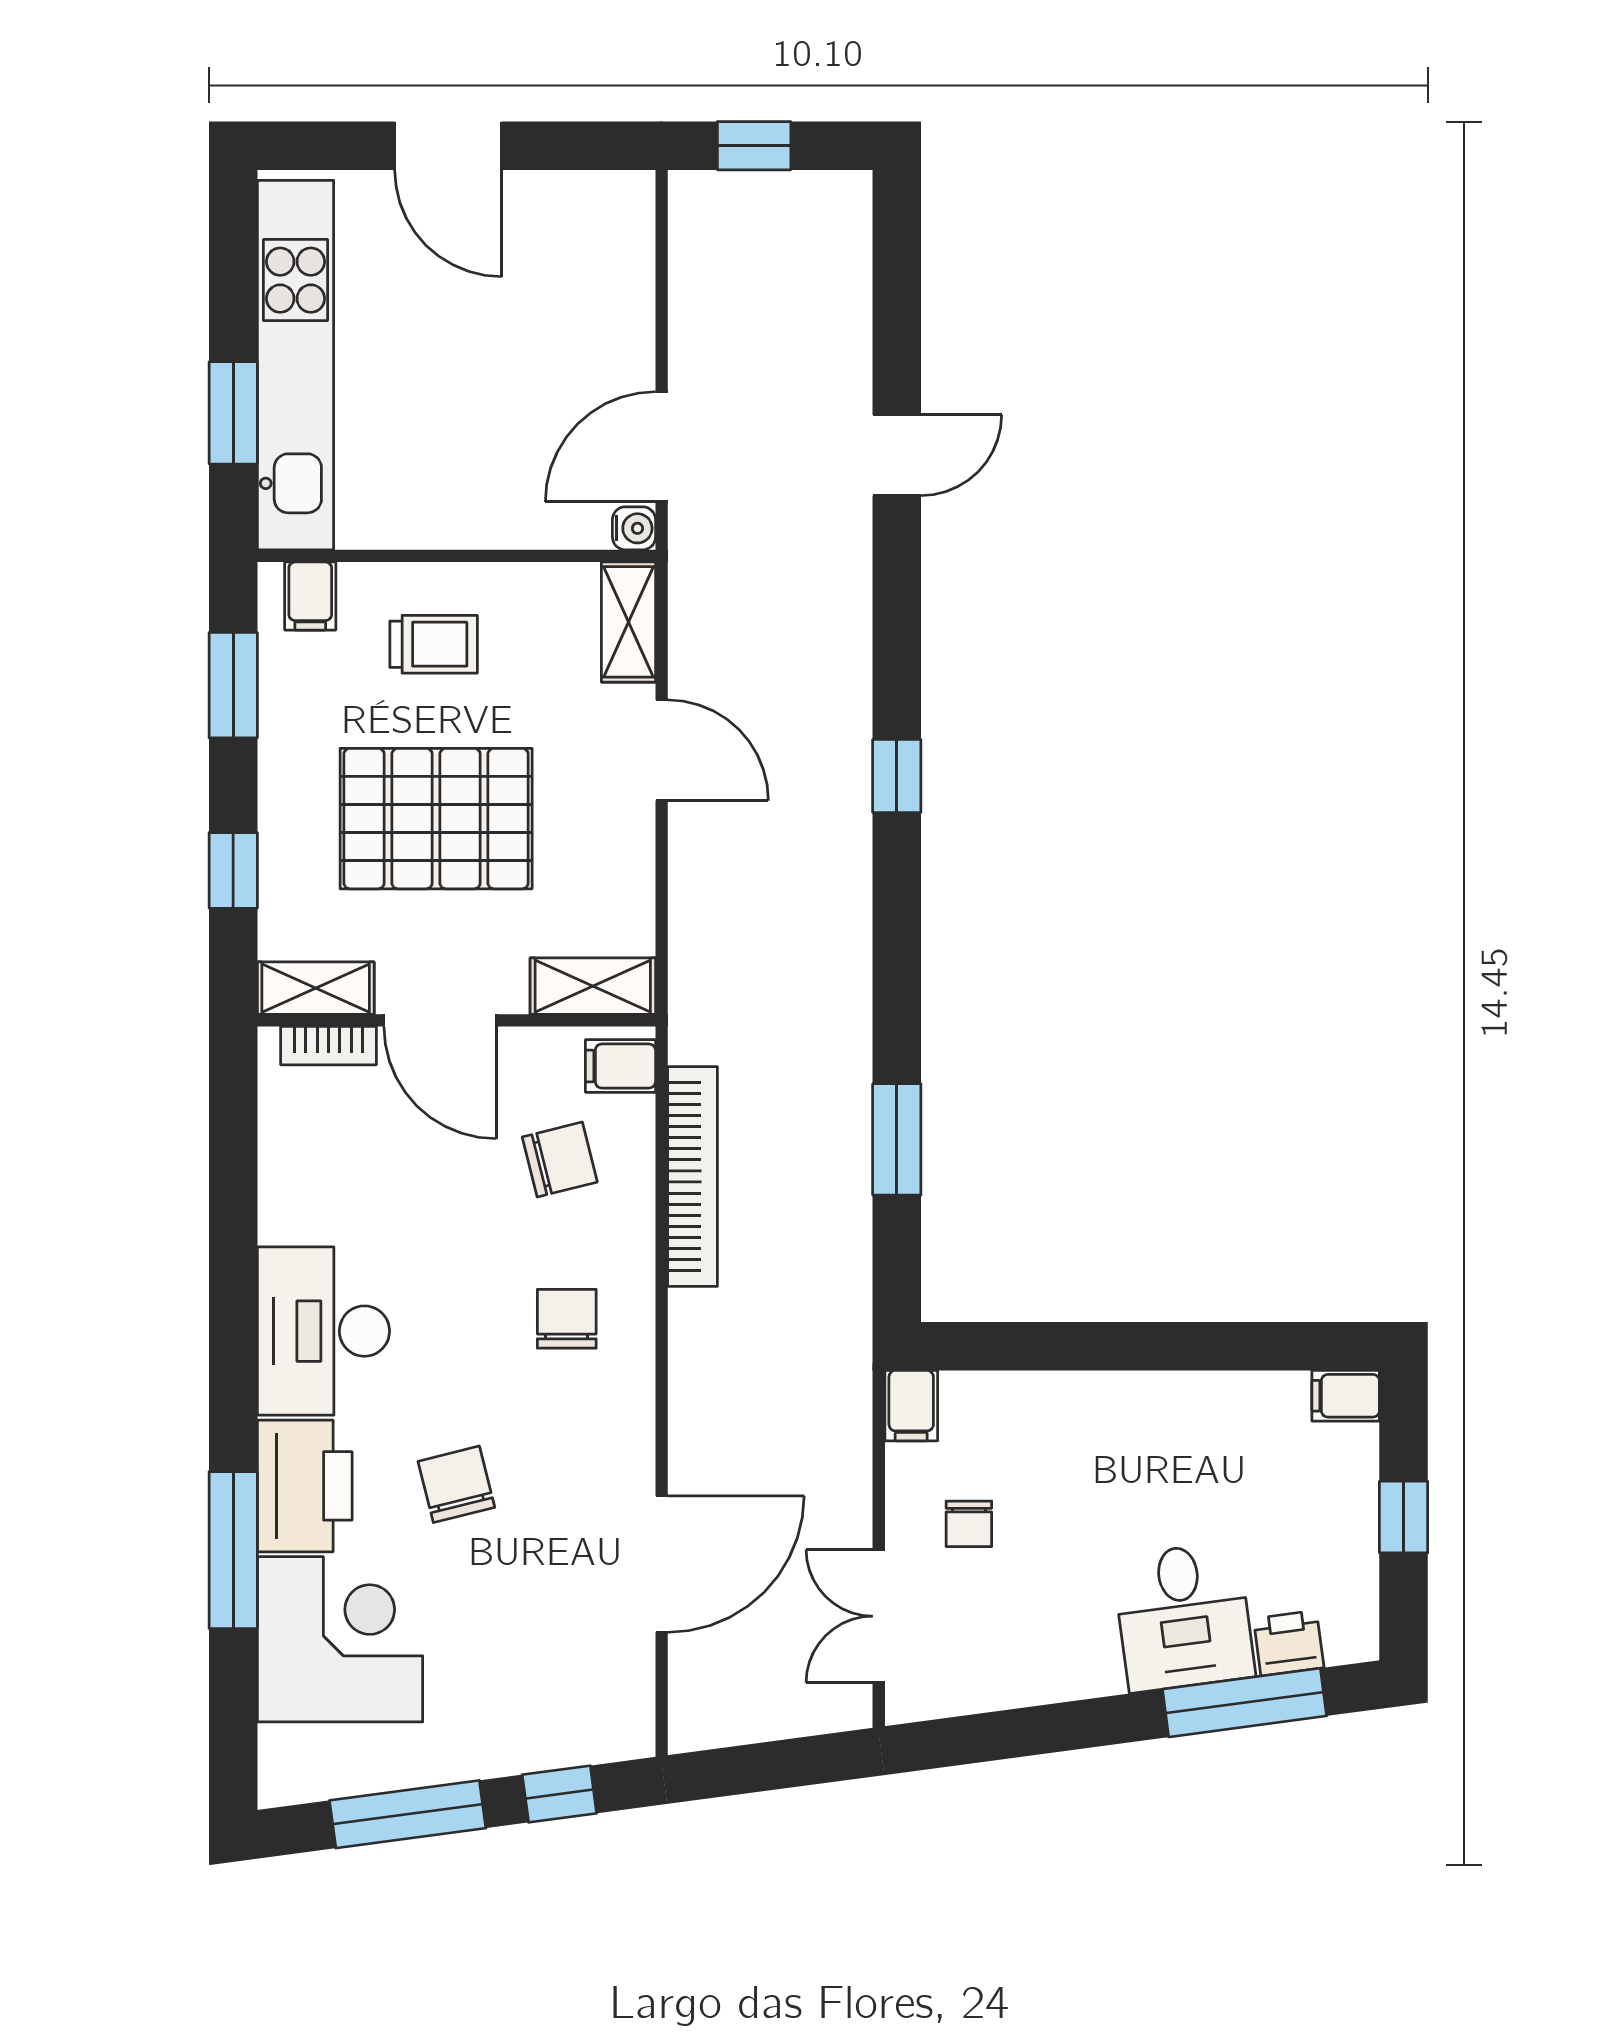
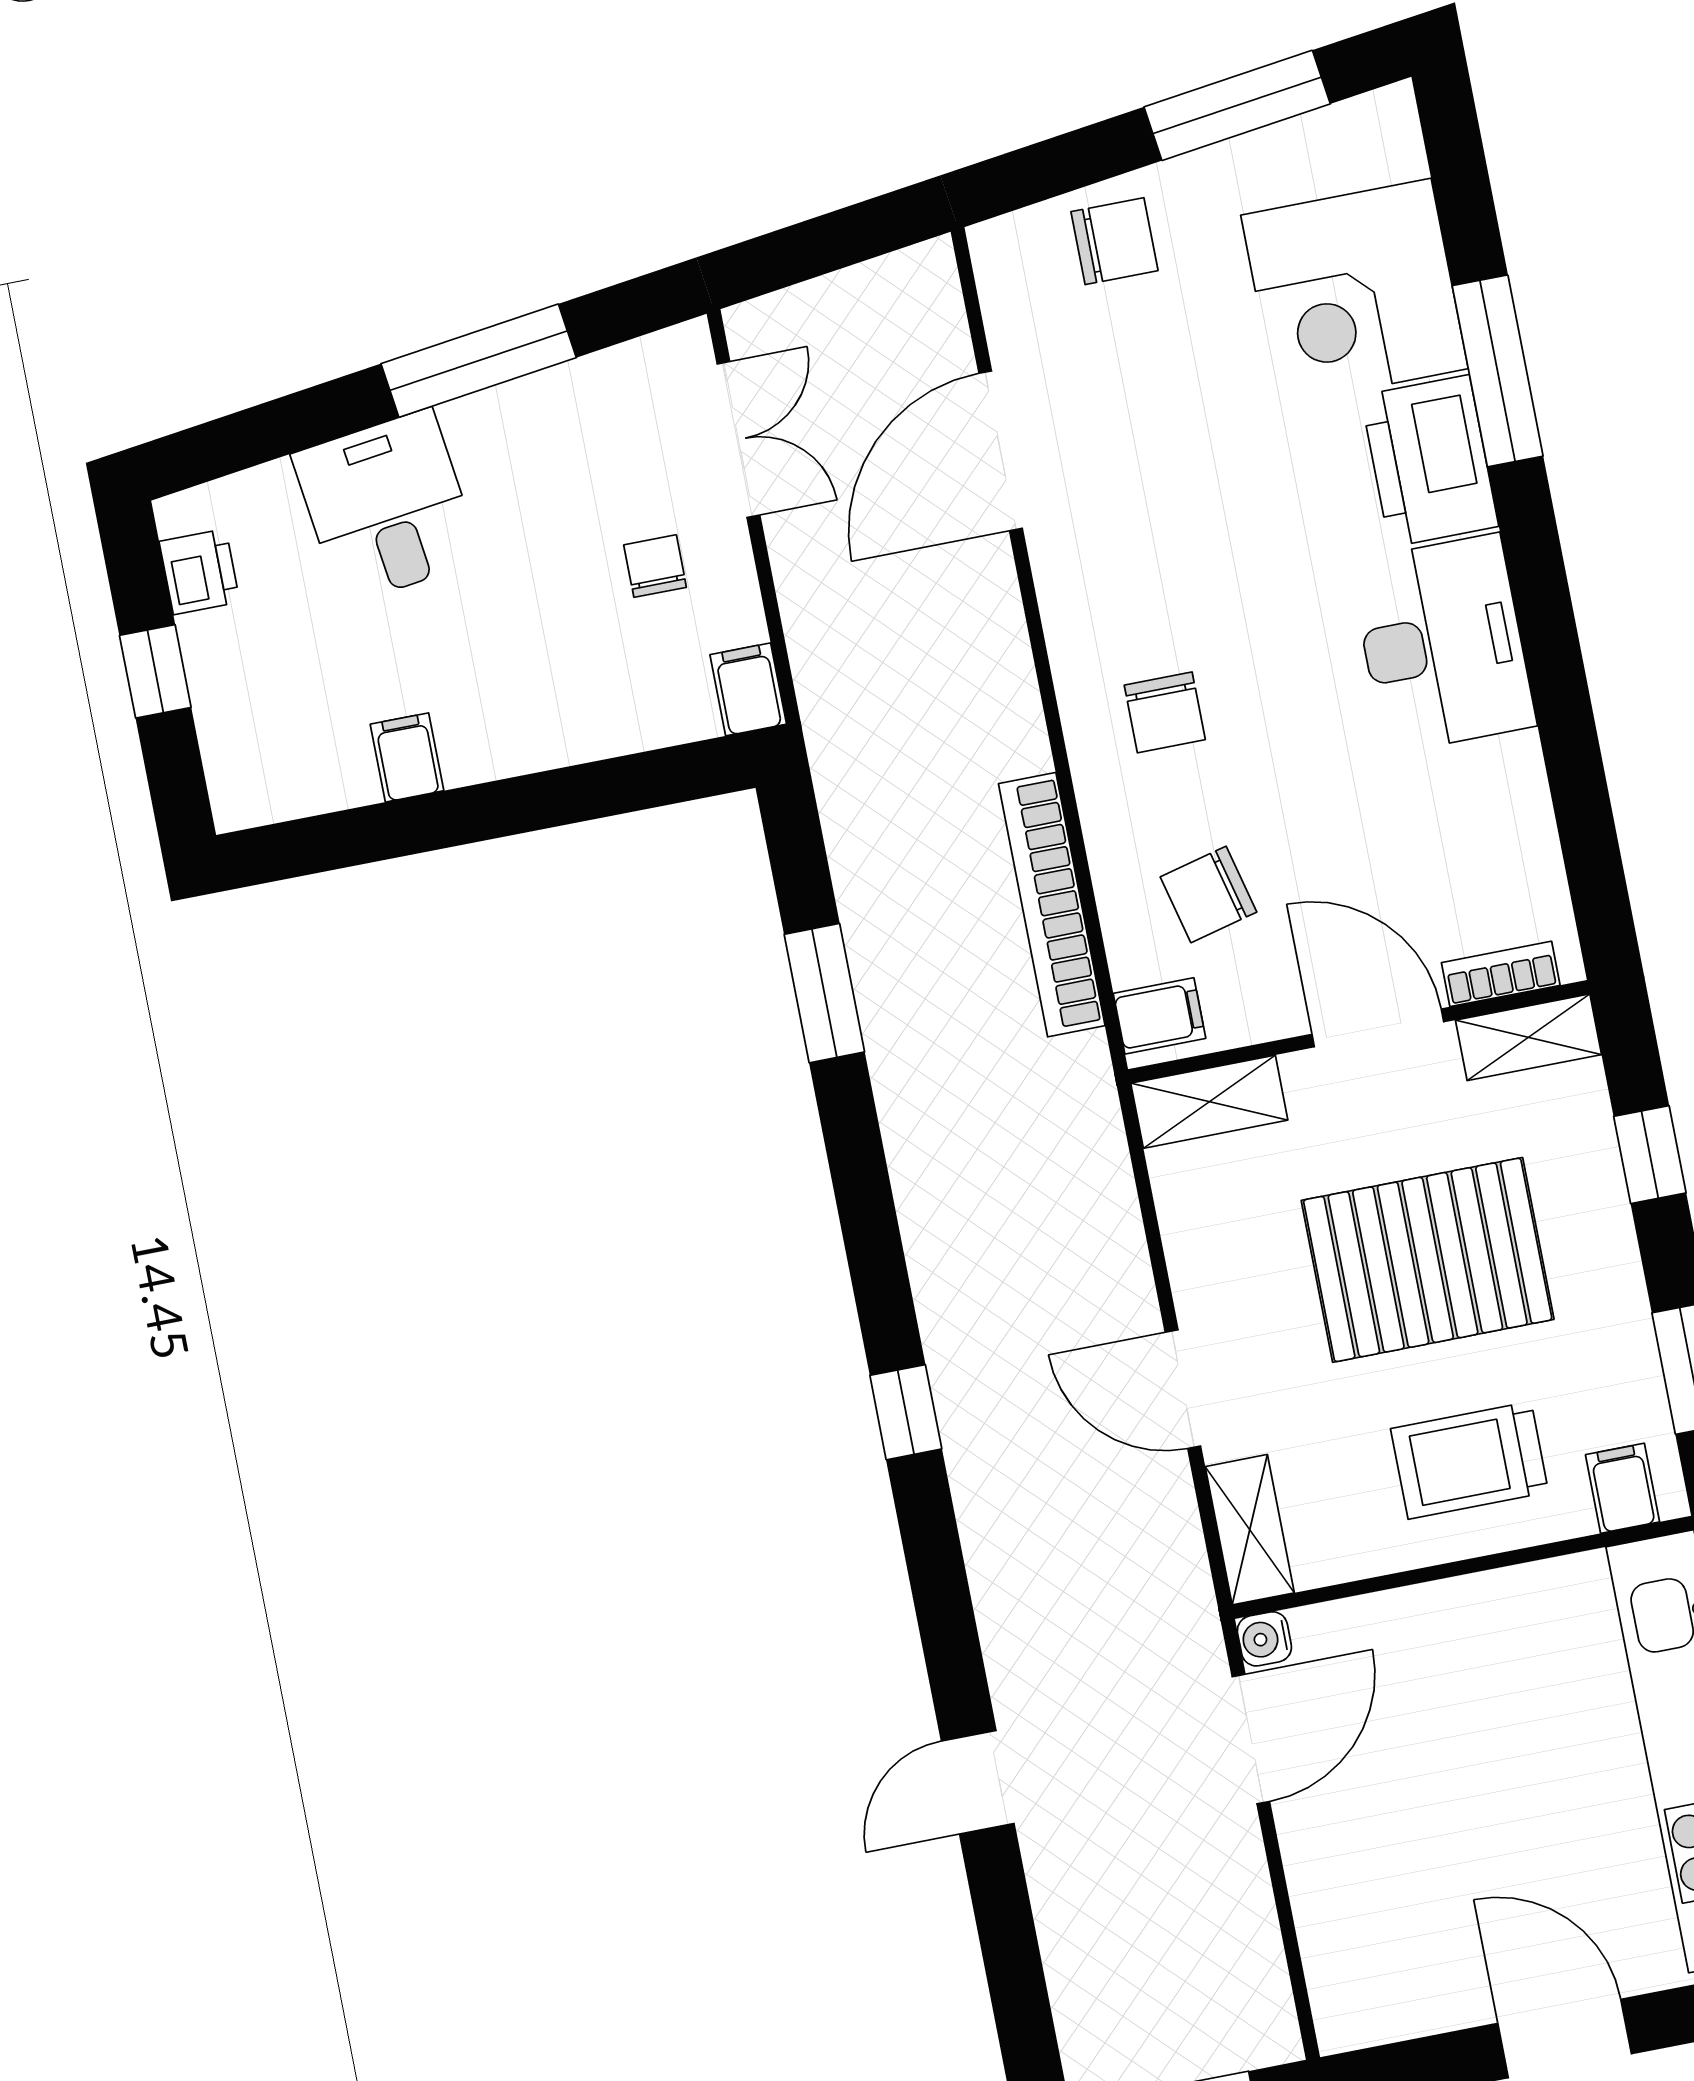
trolley: (434, 644) -> (1470, 1460), width x1.36, depth x1.39
filing cabinet: (1346, 1396) -> (407, 757), moved, turned -90
chair: (456, 1484) -> (1114, 241), moved, turned -76
printer: (1289, 1643) -> (200, 572), moved, turned -82
window: (1244, 1703) -> (479, 361), moved
window: (559, 1794) -> (1067, 163), removed

